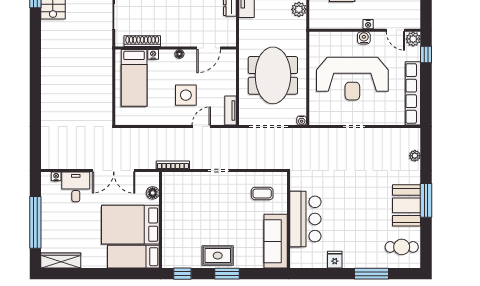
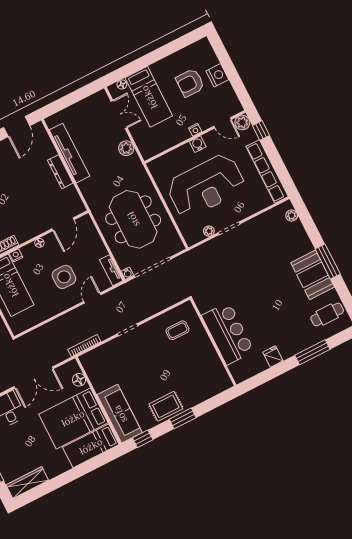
water cooler: (302, 120) -> (127, 273), moved
plant: (335, 120) -> (209, 231), added
plant: (415, 156) -> (292, 216), moved
sofa: (276, 241) -> (120, 414), moved, turned 180

